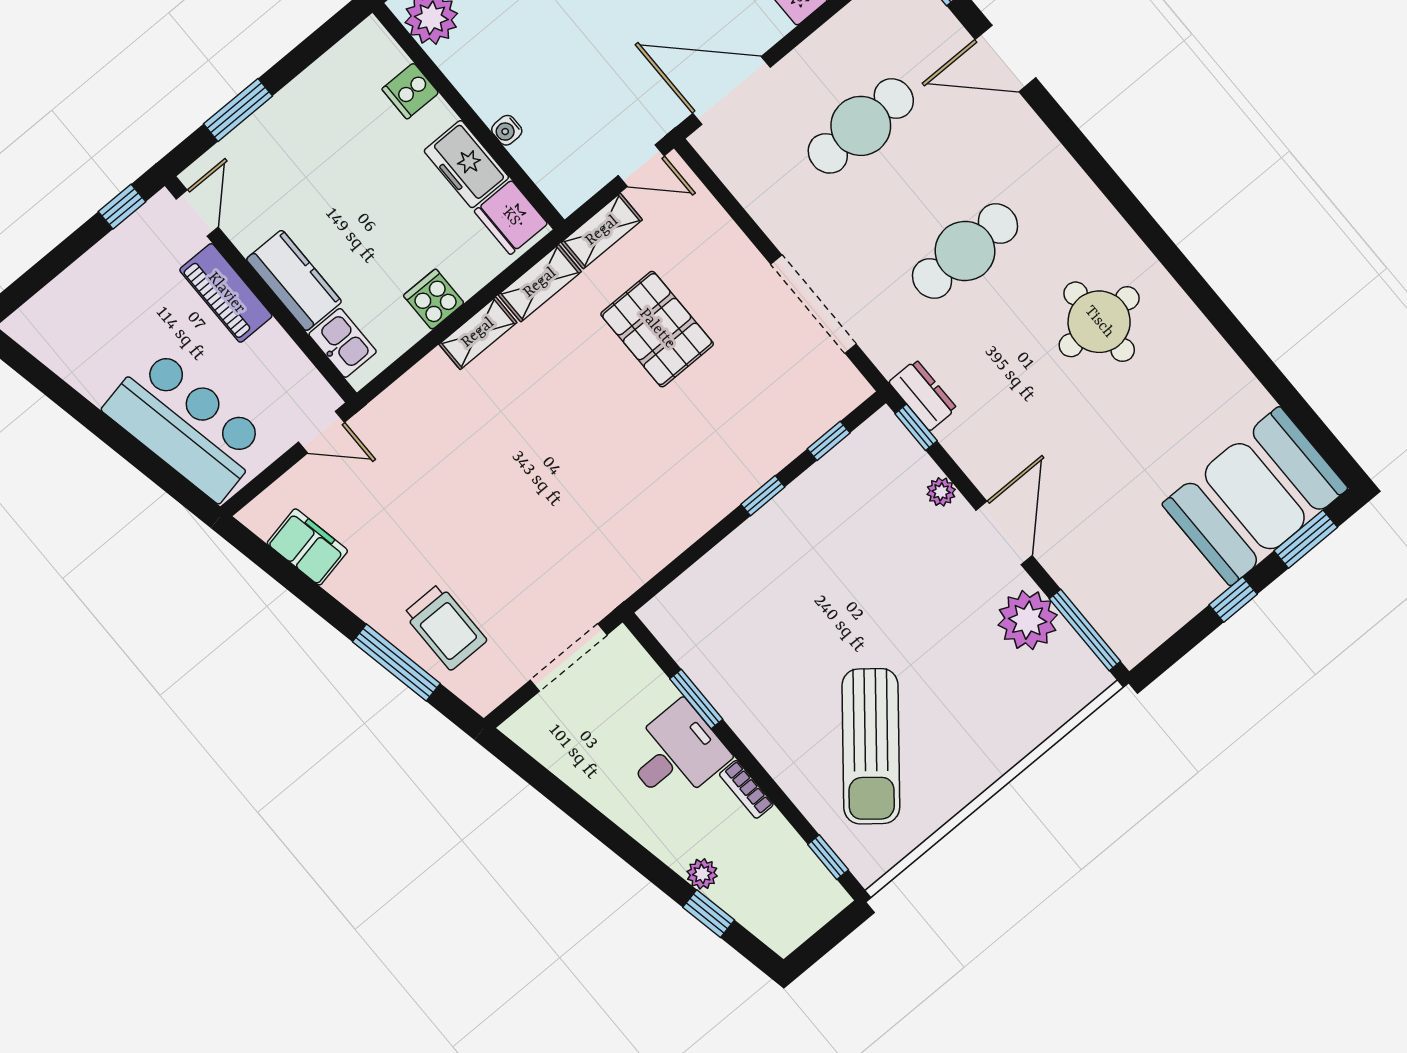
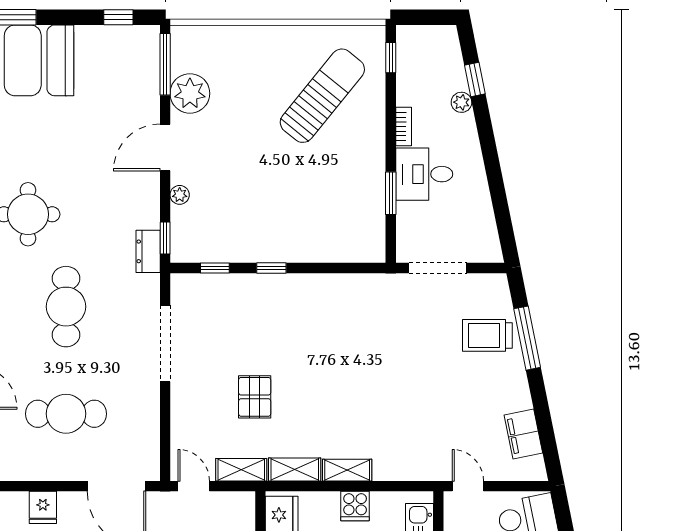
cafe table: (965, 251) -> (66, 307), turned 90
pallet: (657, 329) -> (255, 397), width x0.67, depth x0.71
window: (1233, 600) -> (118, 17), moved
trolley: (445, 627) -> (487, 335), turned -90

